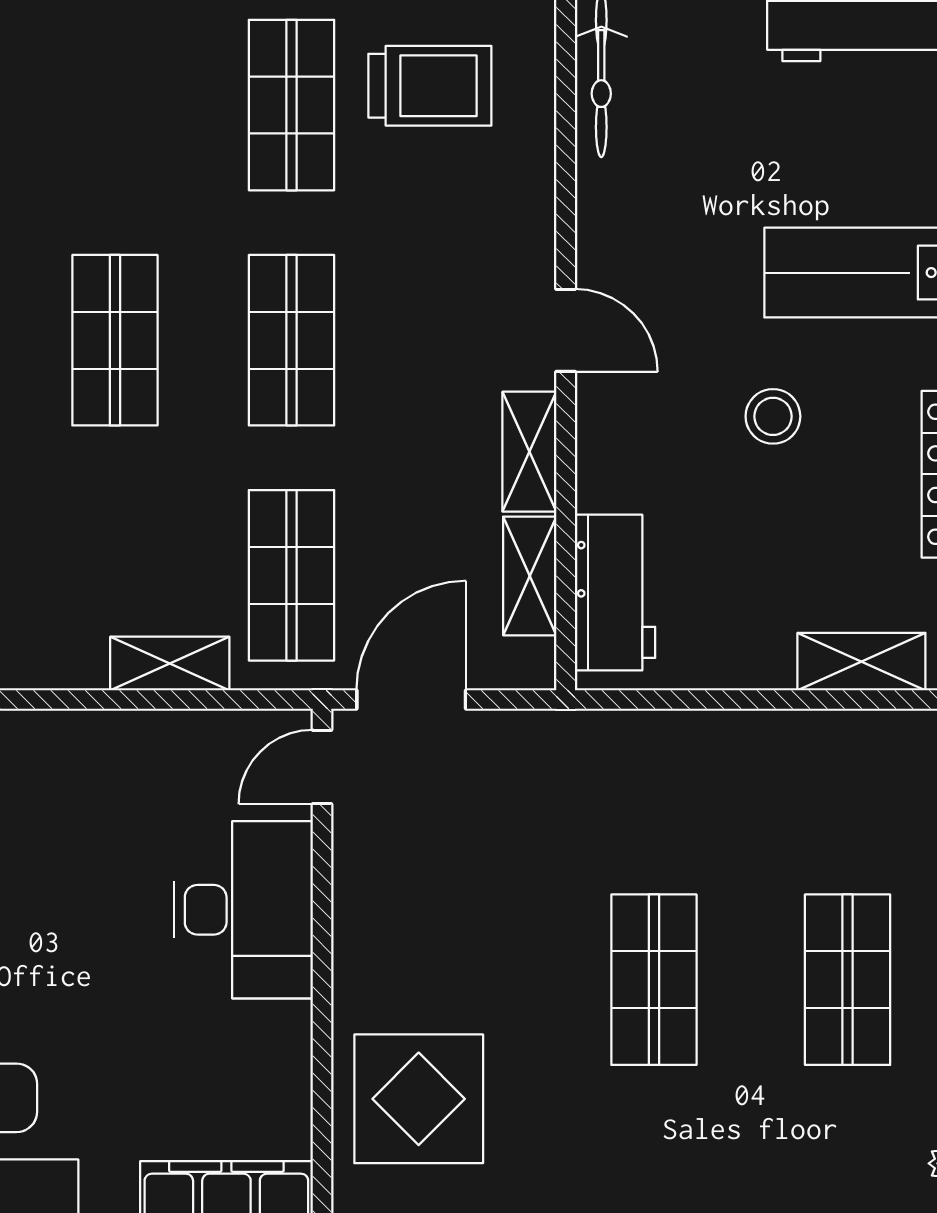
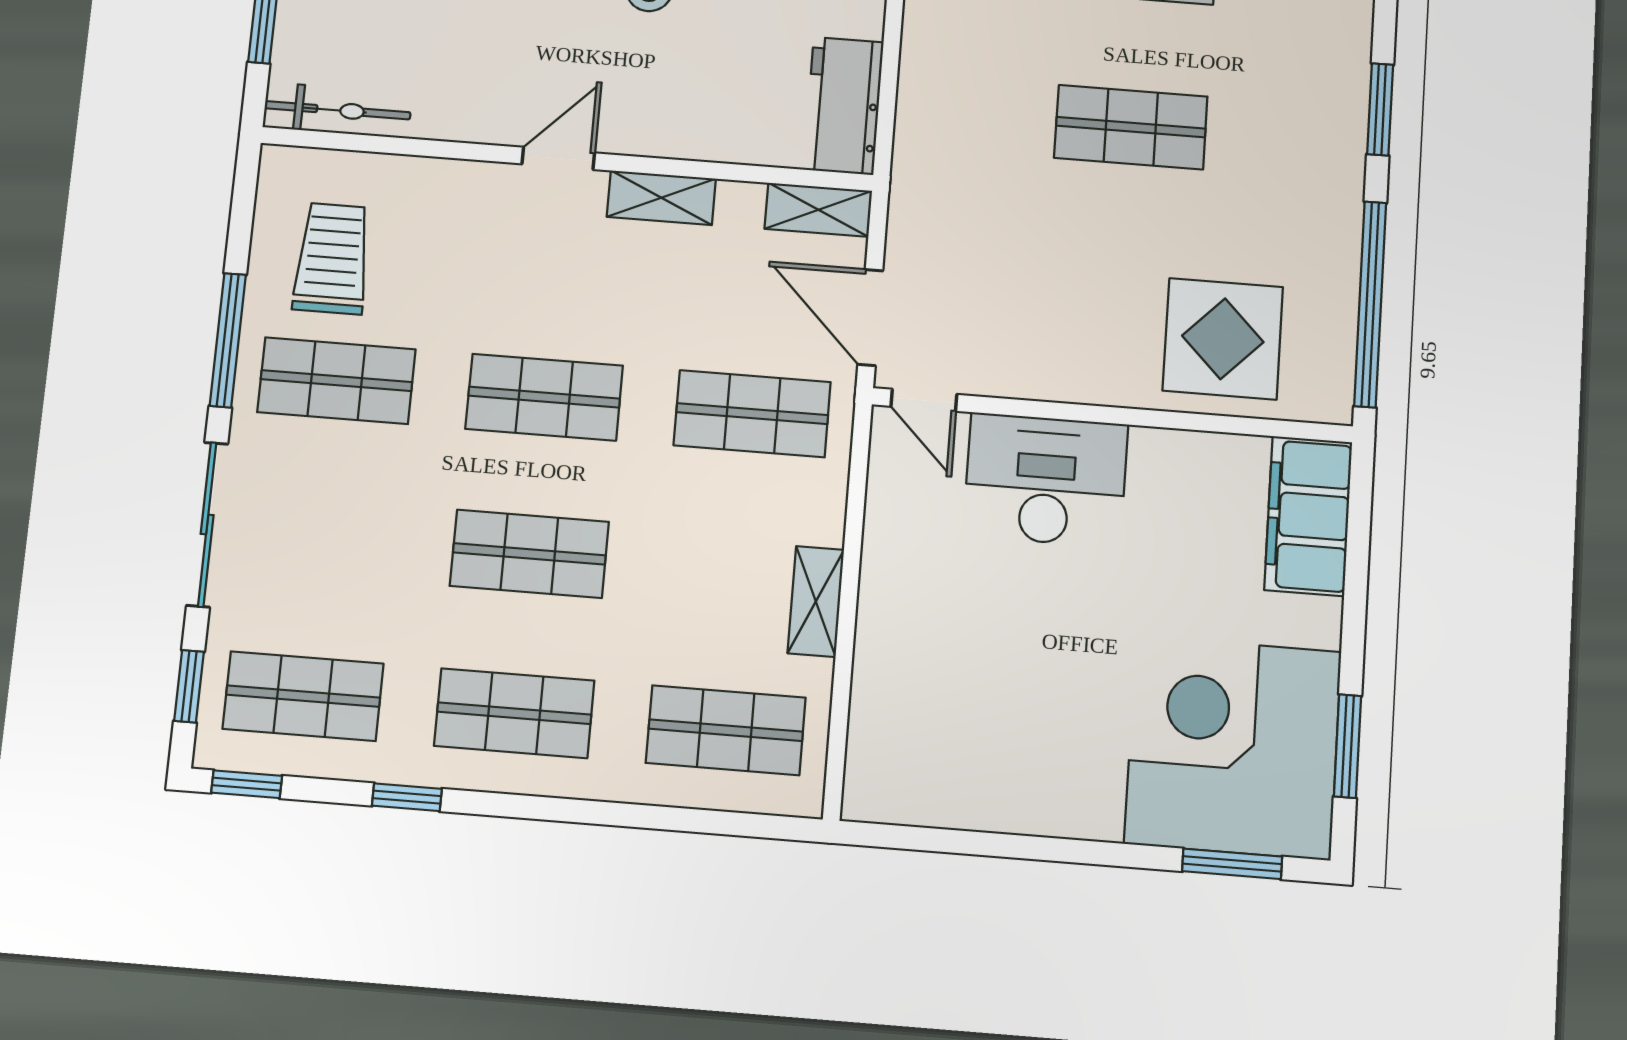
shelving: (530, 576) -> (818, 210), moved
workbench: (615, 593) -> (843, 106), moved, turned -90
shelving: (170, 664) -> (816, 601), moved

